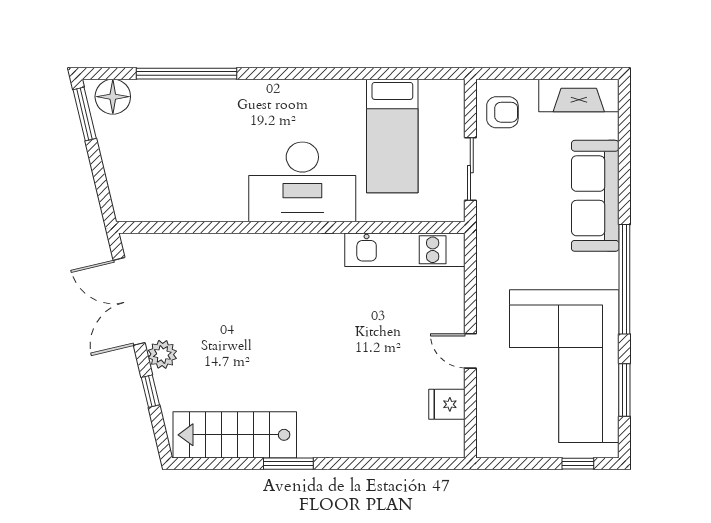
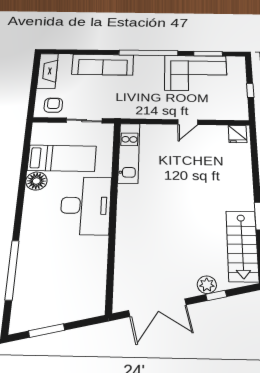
floor lamp: (113, 97) -> (36, 181), moved
window: (85, 114) -> (47, 331), moved
plant: (162, 354) -> (207, 285), moved
corner sofa: (564, 366) -> (196, 73), width x0.73, depth x0.74
fridge: (447, 404) -> (238, 134), moved
window: (578, 464) -> (250, 91), moved

